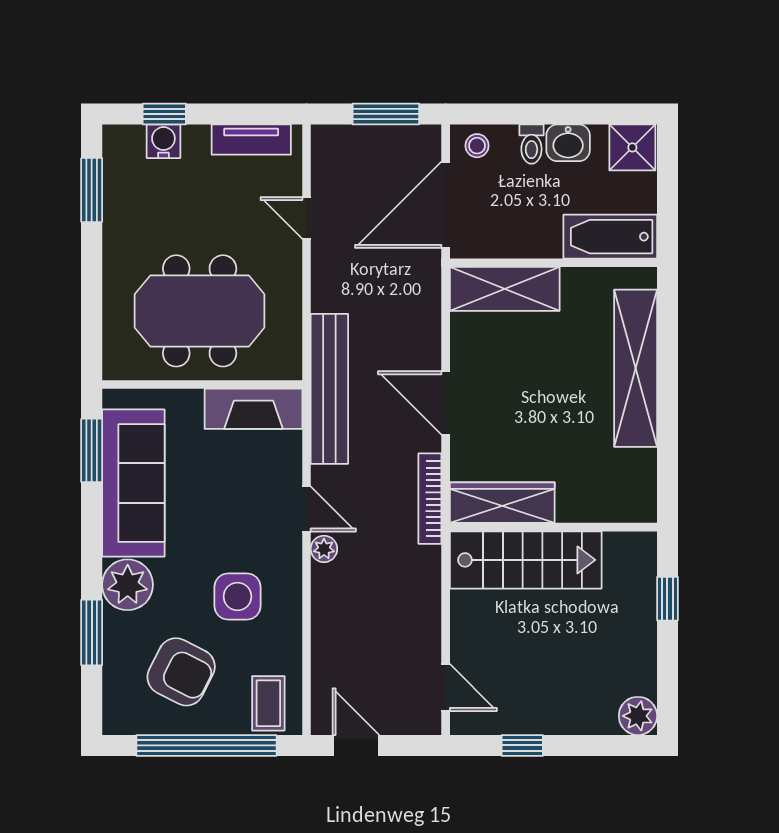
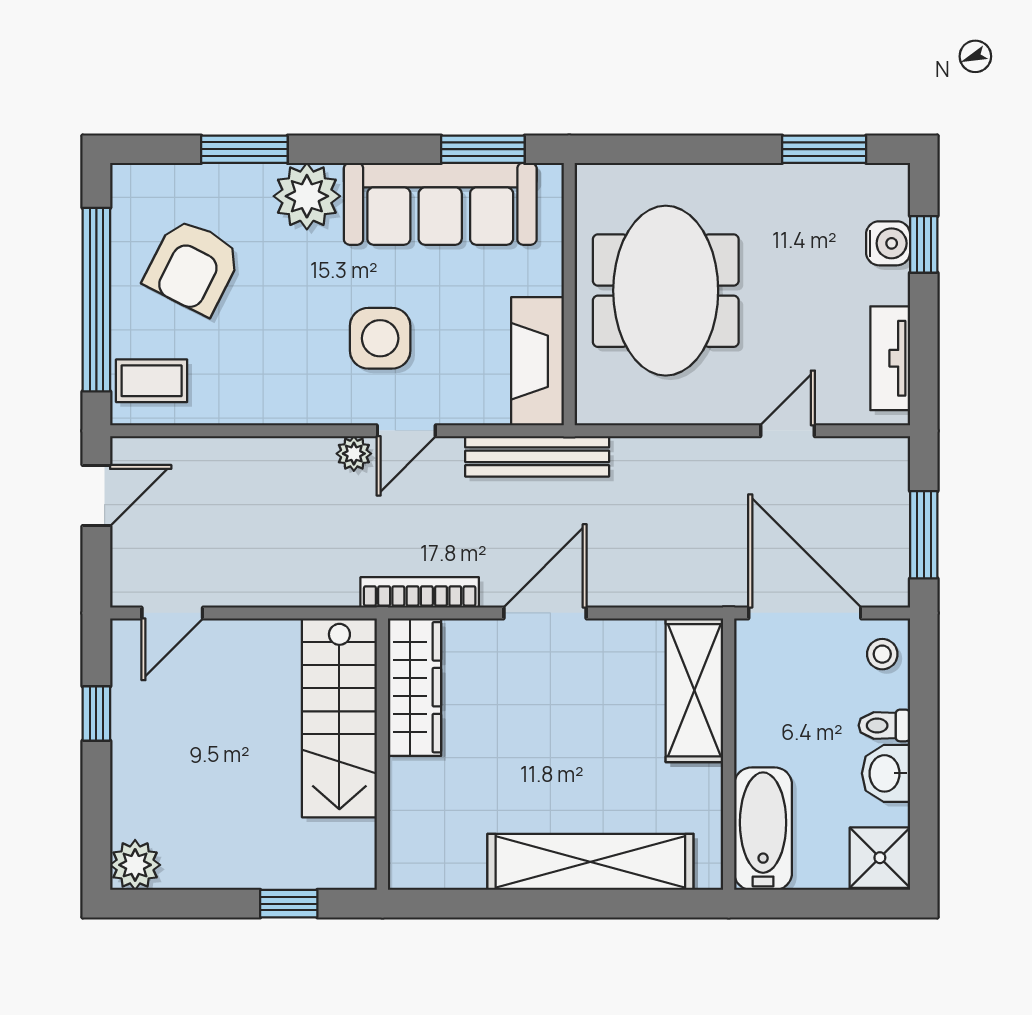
bench: (329, 389) -> (537, 456), width x0.73, depth x0.82
side table: (238, 596) -> (380, 338), moved

